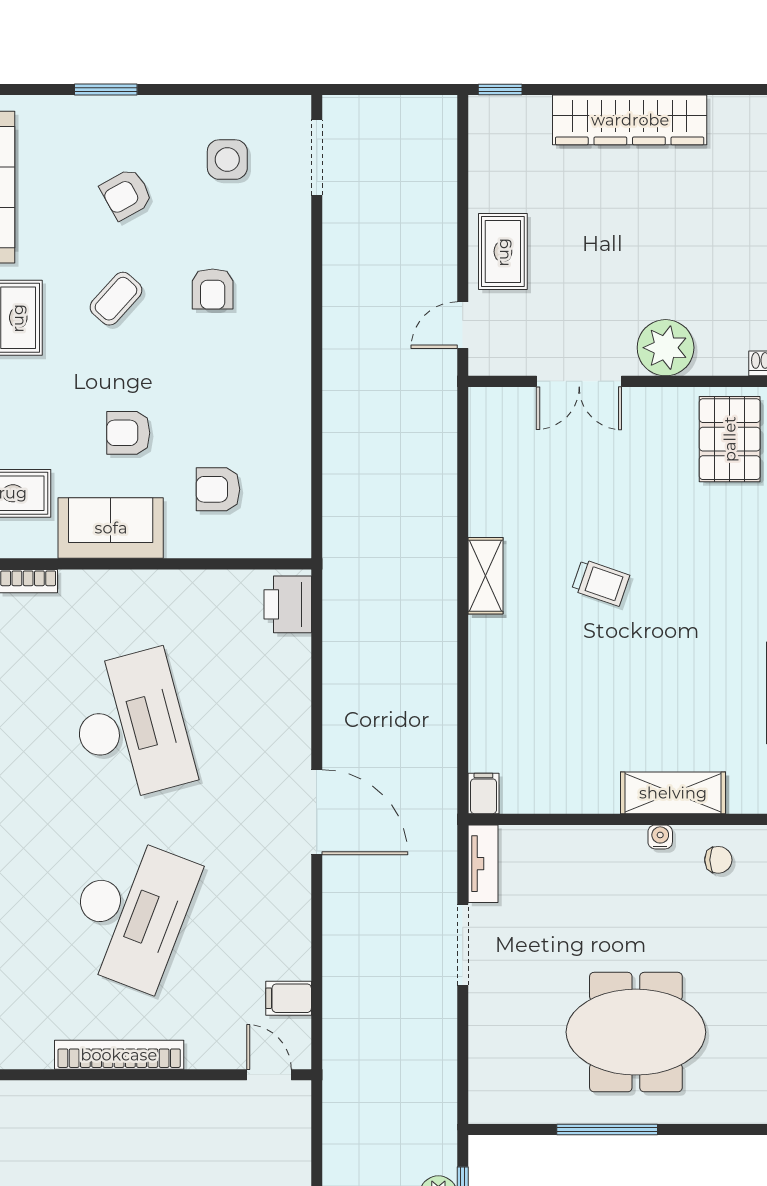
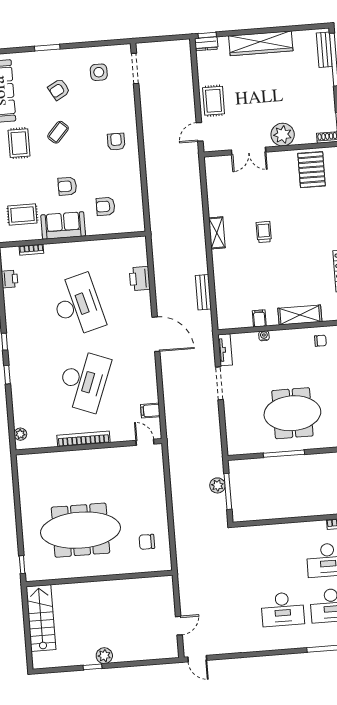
dresser: (496, 111) -> (206, 44), added
armchair: (213, 289) -> (116, 142), moved, turned 180
trolley: (601, 583) -> (264, 232), turned -109
printer: (288, 604) -> (140, 279), moved
bench: (441, 719) -> (203, 292), added
filing cabinet: (483, 793) -> (259, 318), moved
water cooler: (660, 837) -> (264, 336), moved

